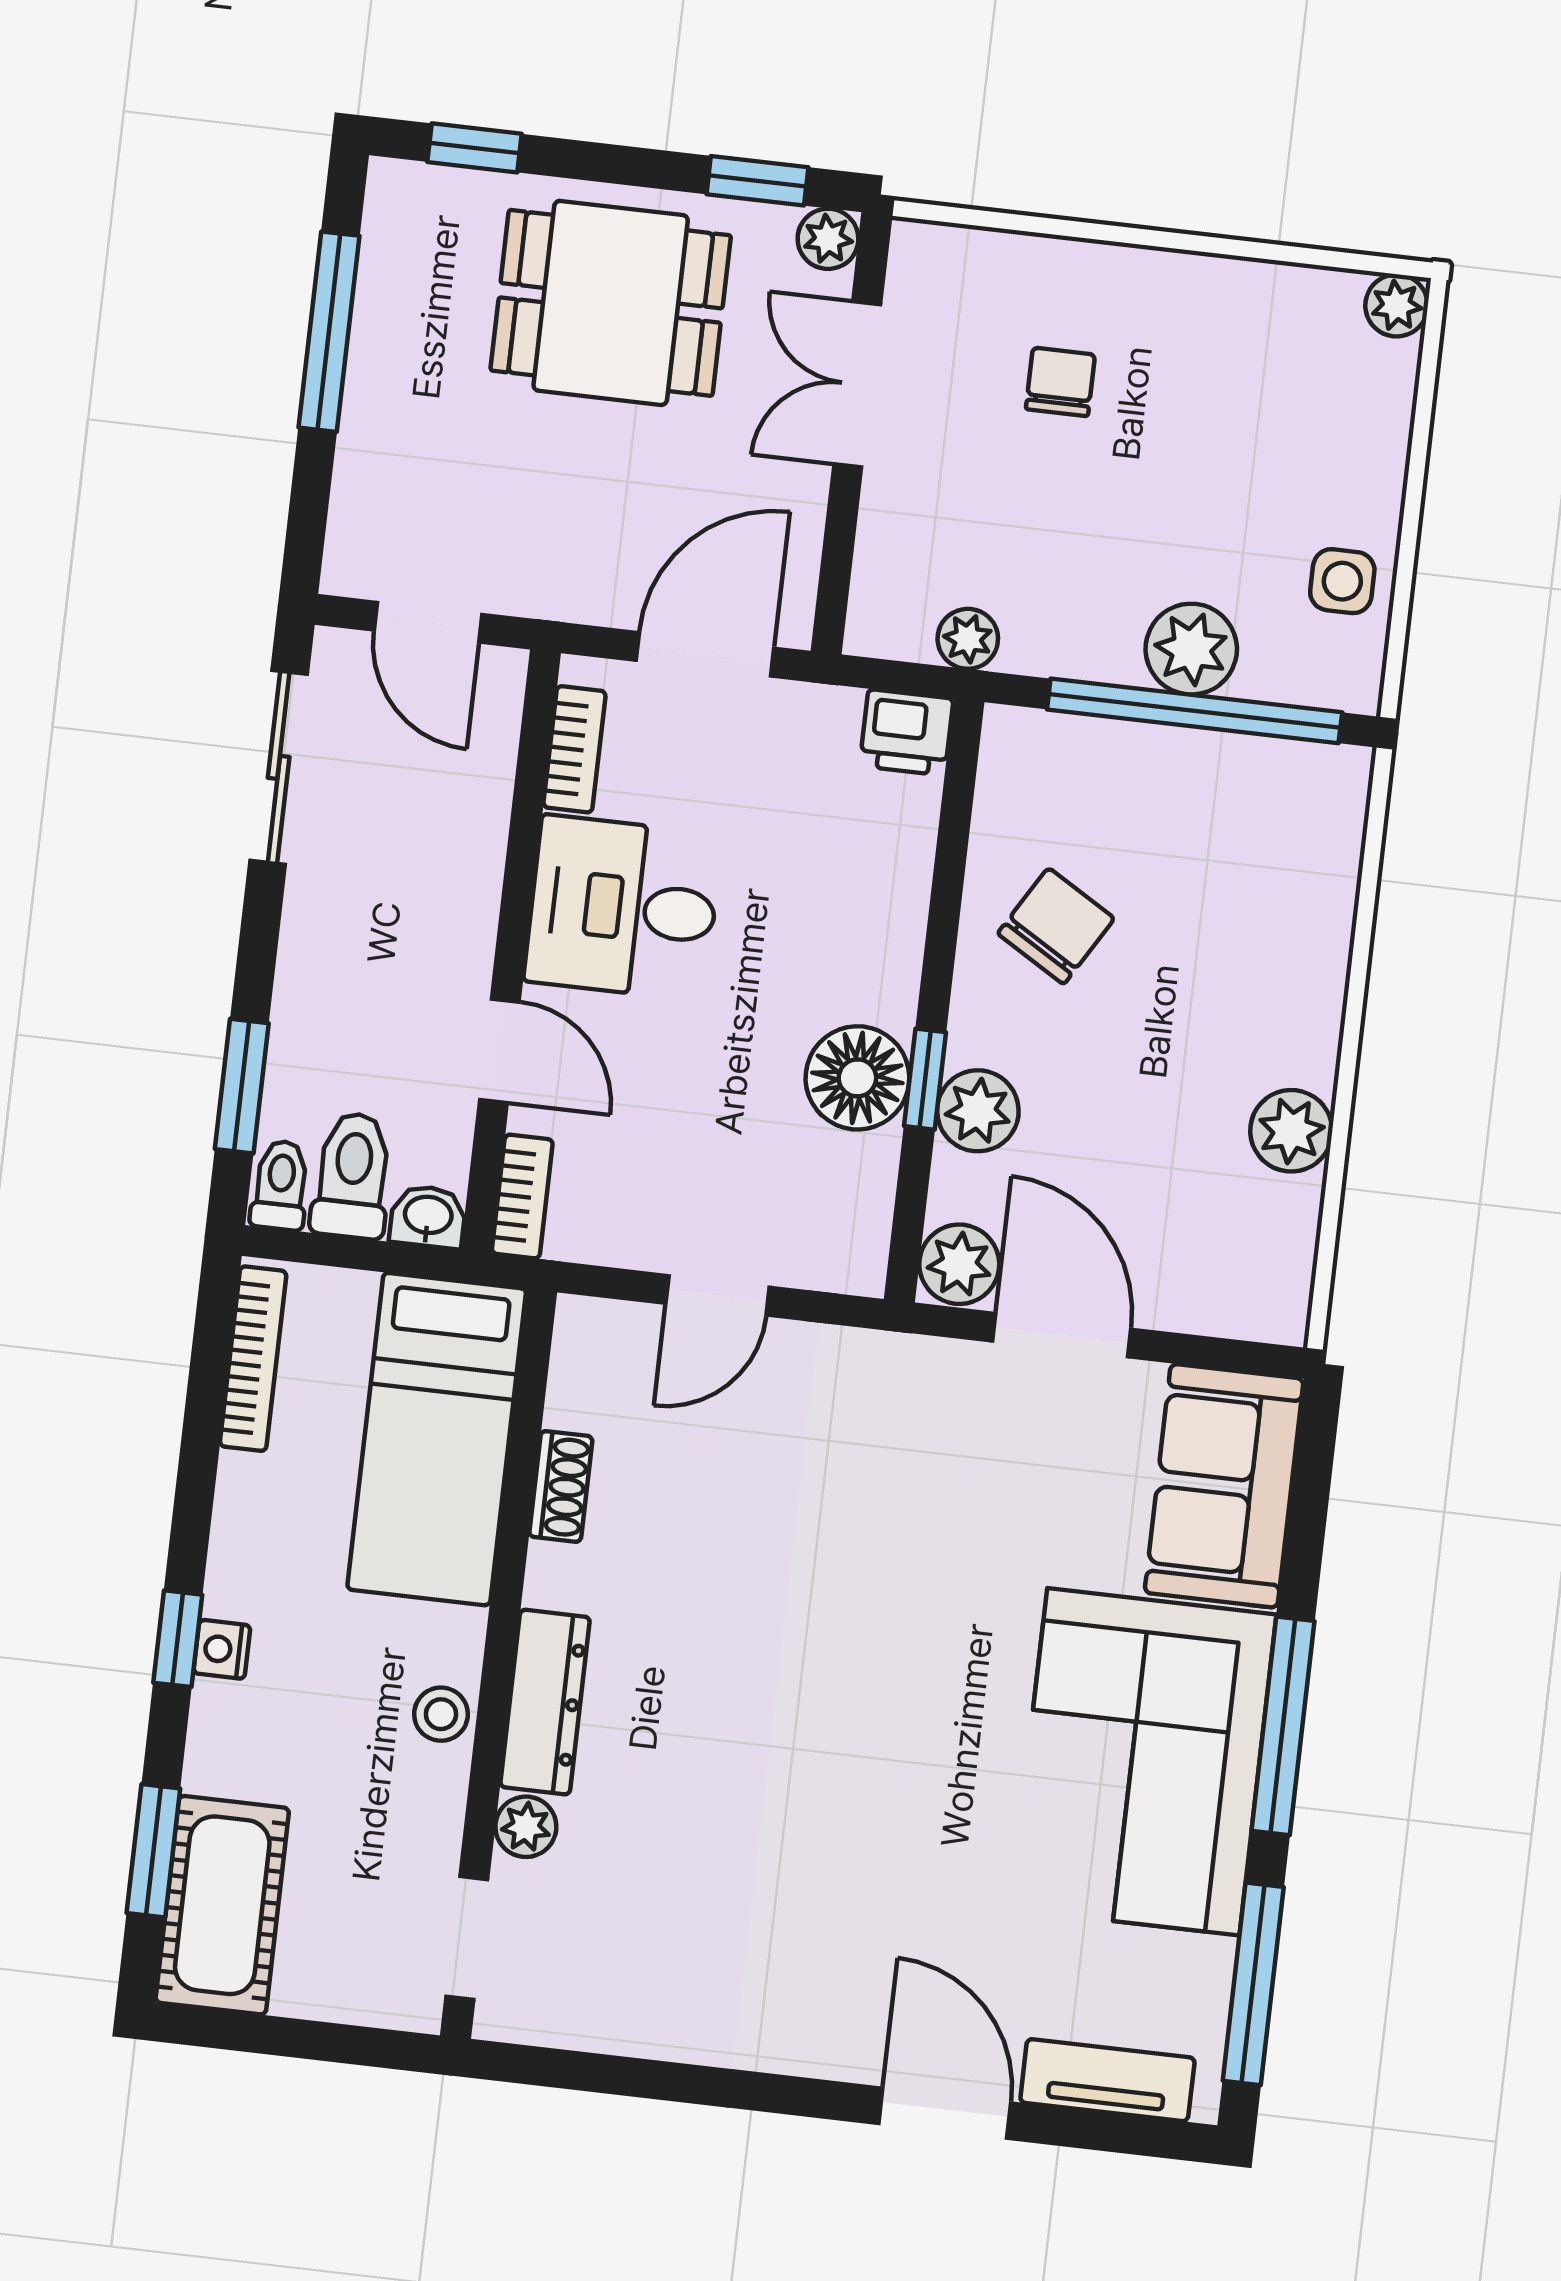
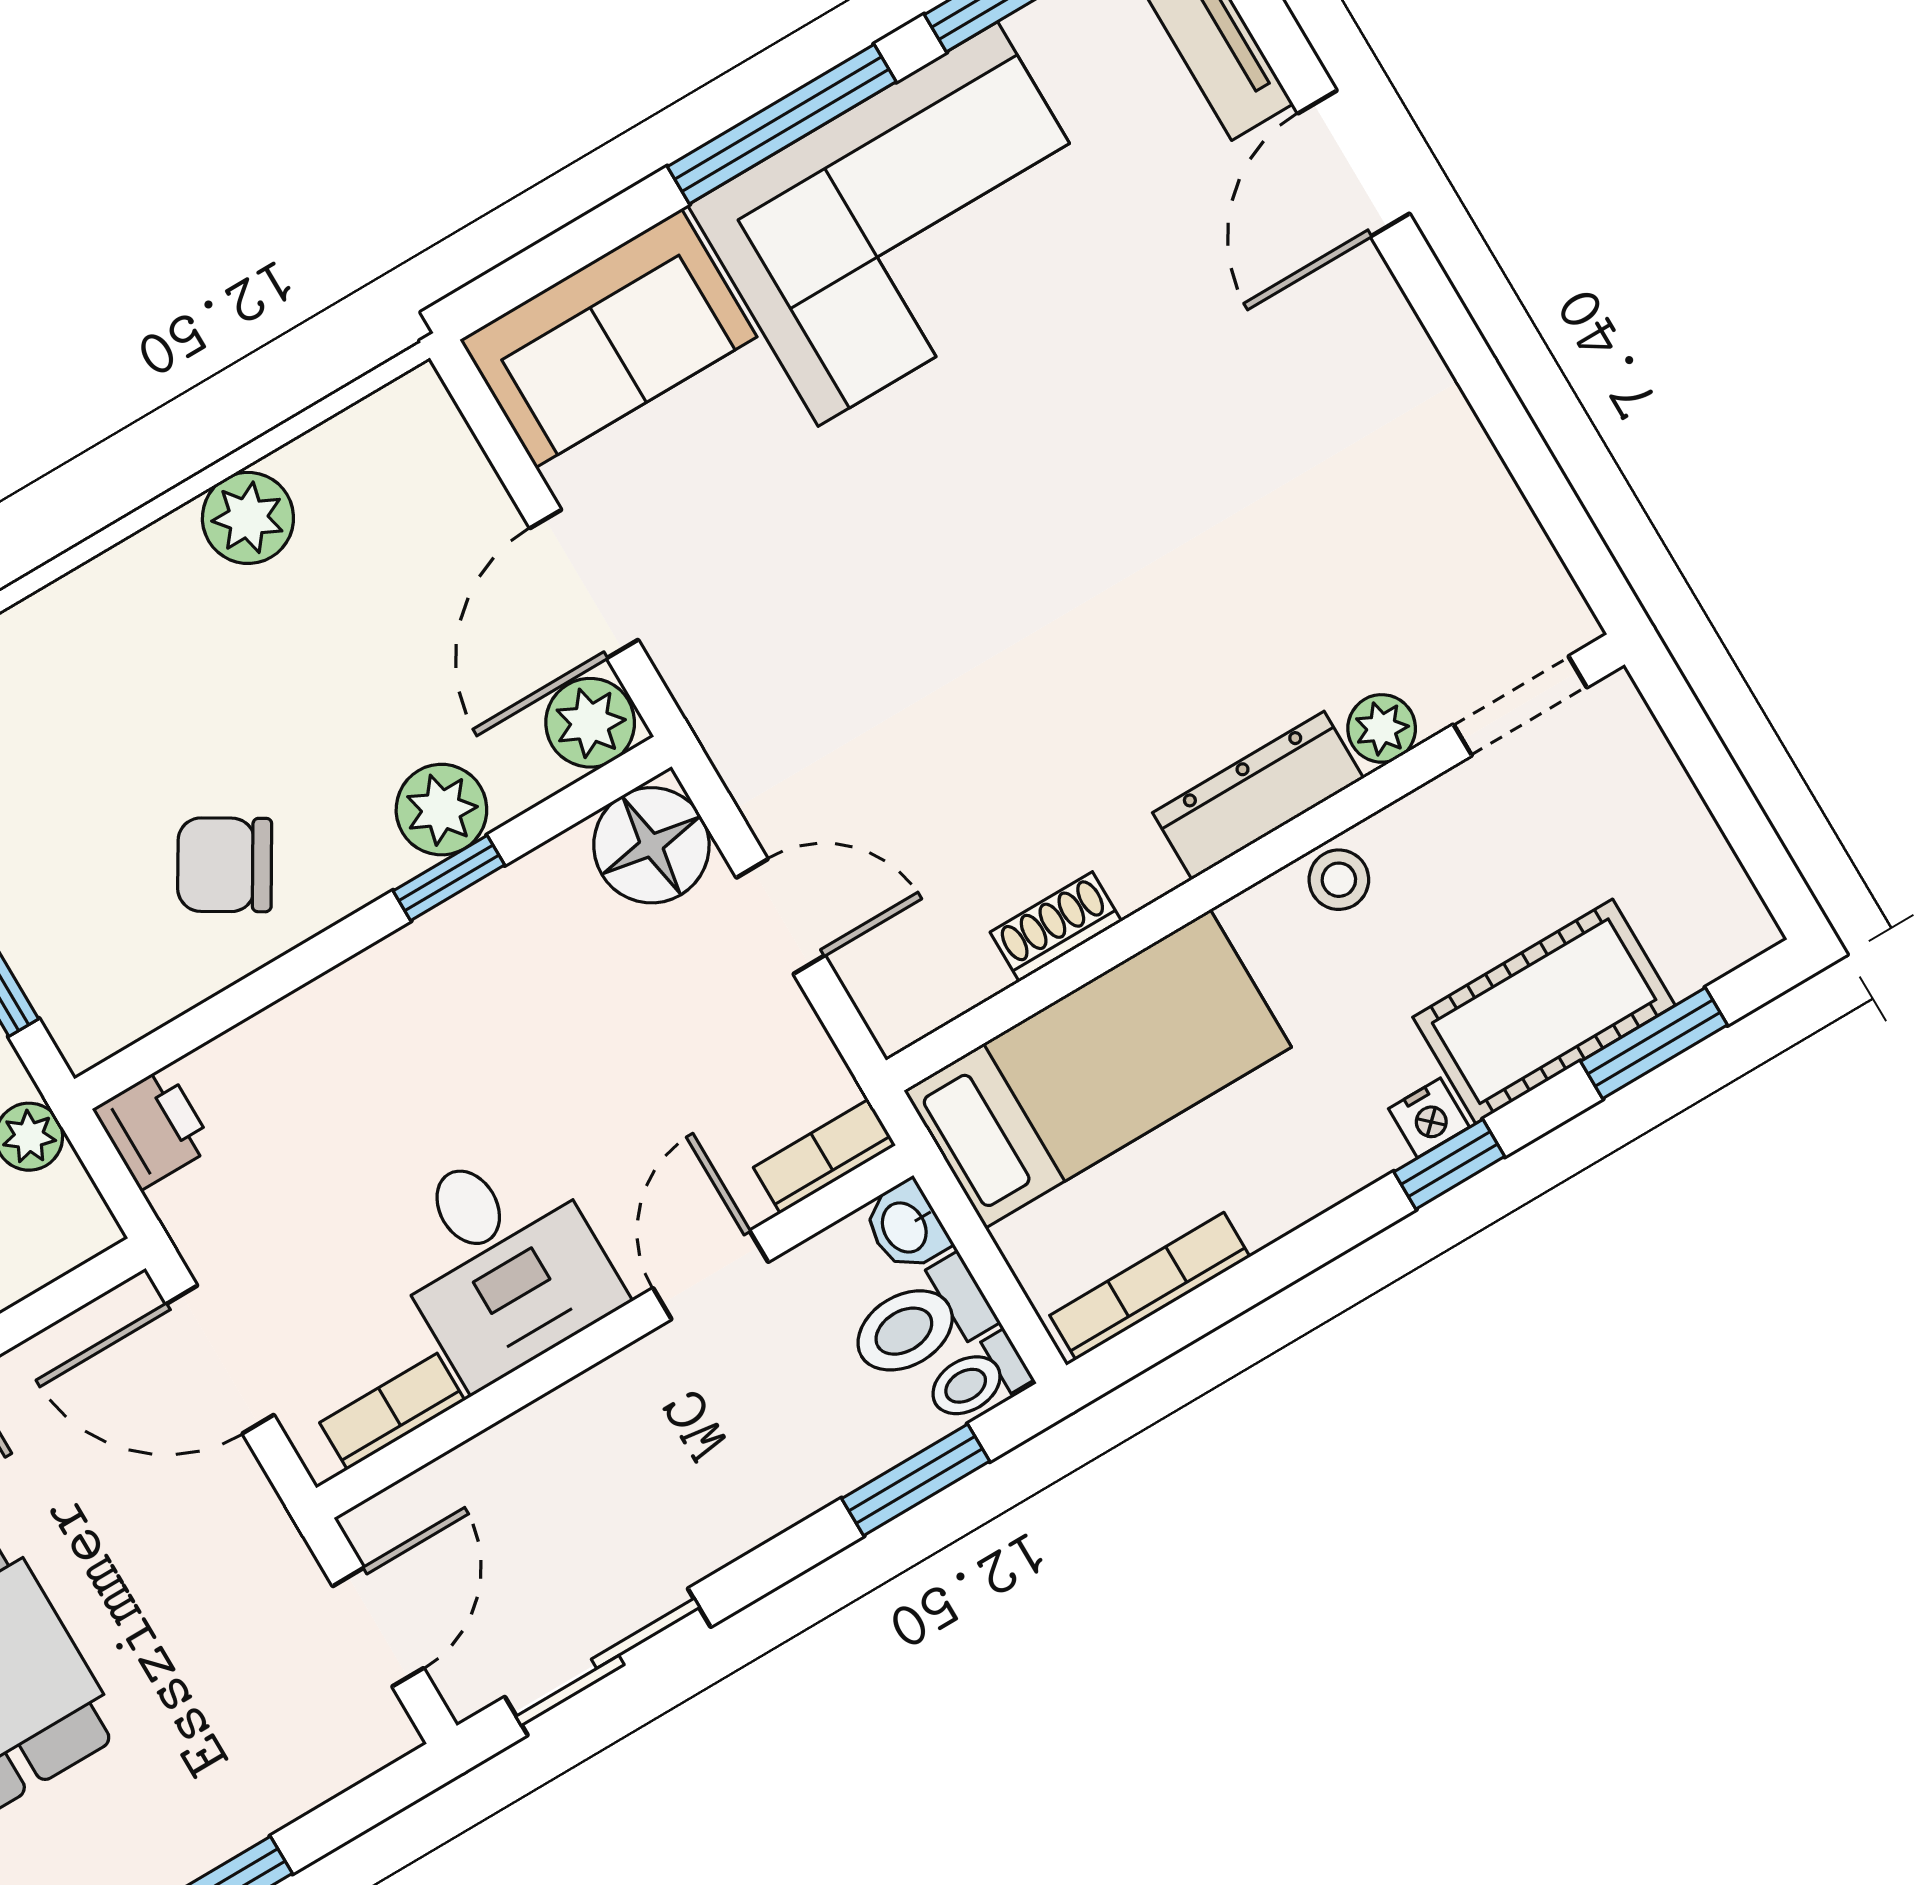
floor lamp: (857, 1078) -> (651, 845), moved
cot: (222, 1905) -> (1544, 1011), moved

